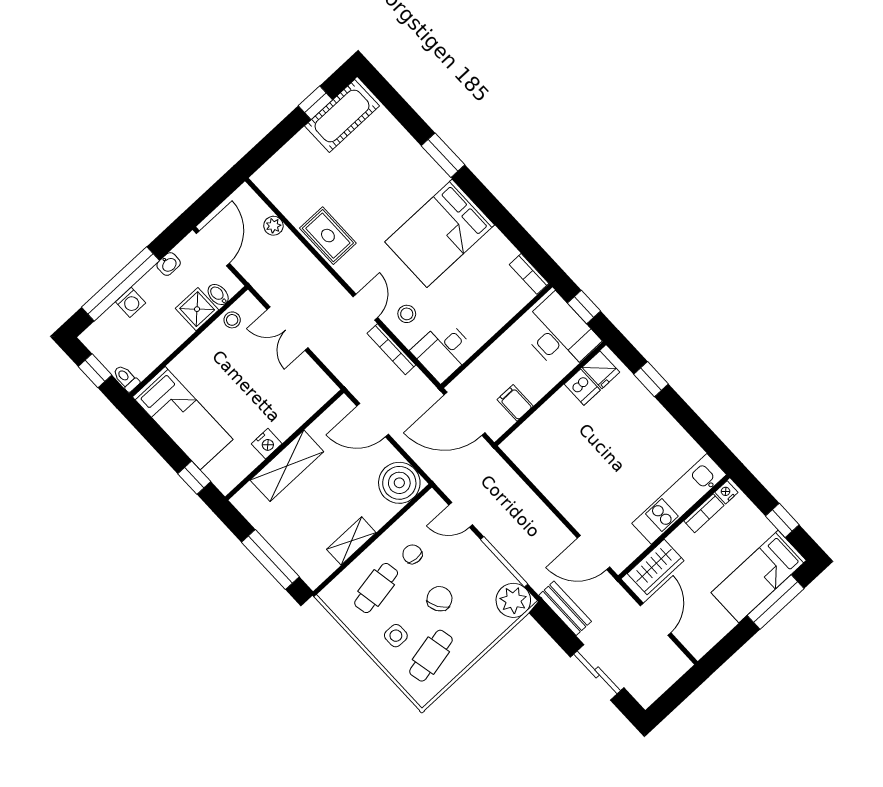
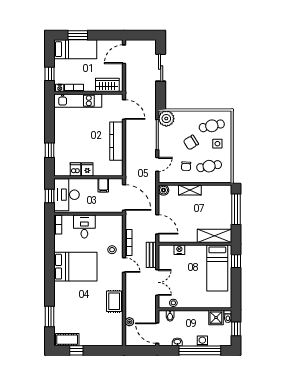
cot: (342, 116) -> (67, 340), width x0.73, depth x0.75
window: (443, 155) -> (50, 317), moved
door: (213, 248) -> (157, 333), hinge flipped
door: (365, 307) -> (124, 265), swing flipped
shower: (197, 309) -> (216, 318), moved
desk: (443, 351) -> (84, 227), moved, turned -90
fridge: (601, 370) -> (87, 169), moved
bed: (183, 418) -> (217, 268), moved, turned 180
nightstand: (267, 444) -> (179, 250), moved
shelving: (287, 466) -> (215, 236), moved
boiler: (399, 483) -> (163, 190), width x0.54, depth x0.54
kitchen counter: (559, 492) -> (116, 141), added
door: (461, 515) -> (157, 164), hinge flipped
window: (782, 520) -> (50, 74), moved
shelving: (351, 541) -> (190, 190), moved
window: (776, 602) -> (78, 35), width x0.69
bench: (565, 608) -> (151, 255), moved
door: (656, 619) -> (124, 54), moved

